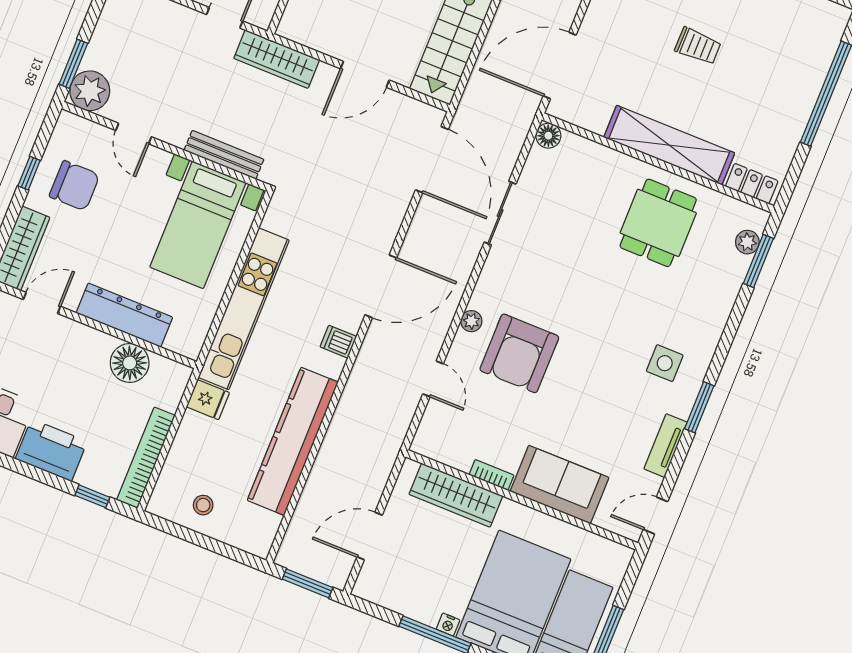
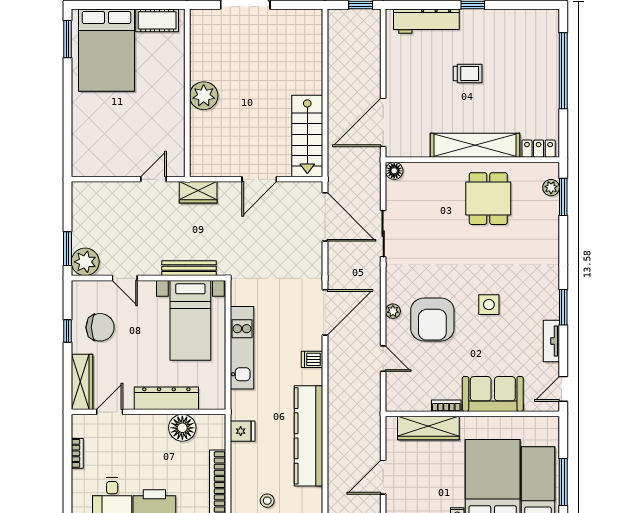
wardrobe: (277, 59) -> (198, 192), width x0.67
kitchen unit: (244, 309) -> (242, 348), width x0.73
side table: (665, 363) -> (489, 305), moved

